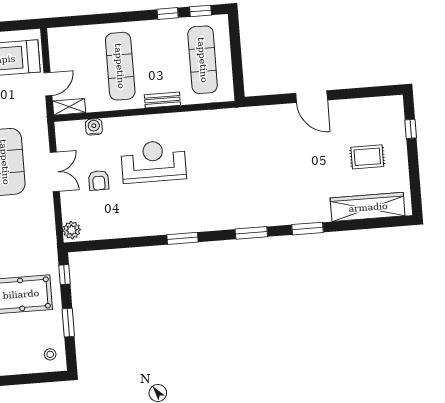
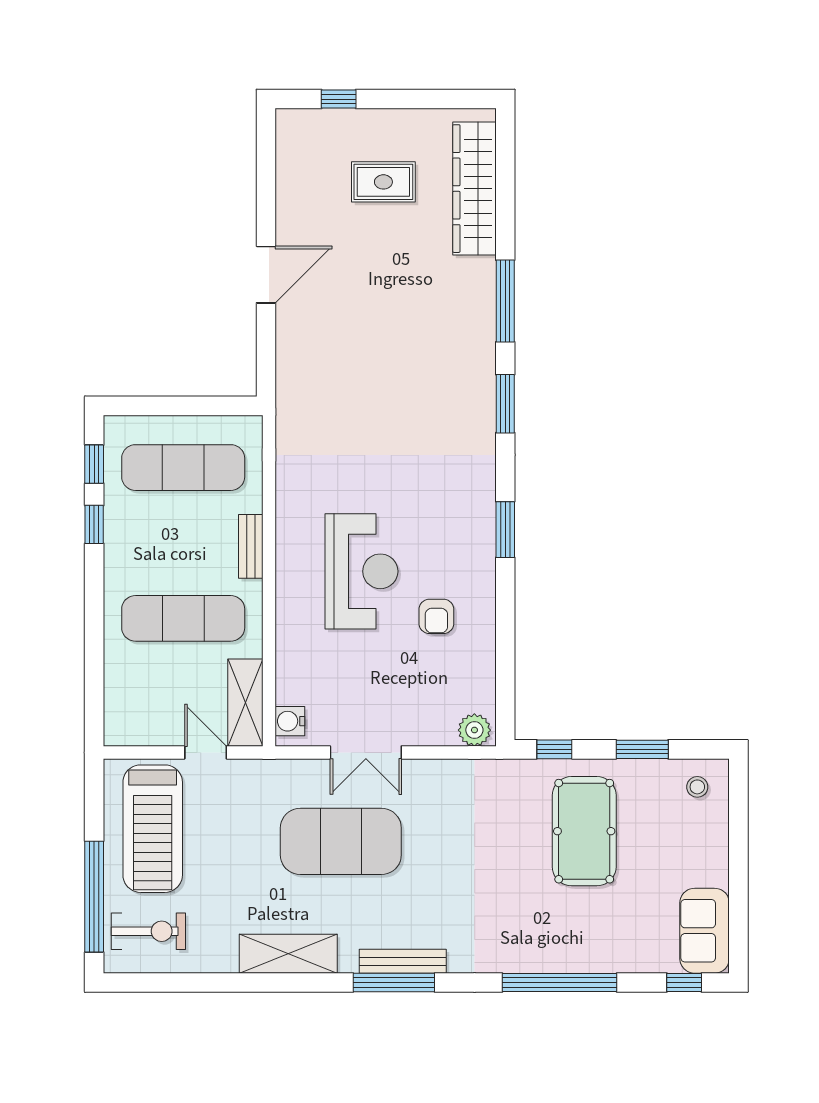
shelving: (69, 107) -> (245, 703), width x1.50, depth x1.33
water cooler: (94, 127) -> (290, 721), moved
rug: (367, 157) -> (383, 182), turned 90
reception desk: (154, 162) -> (361, 571), turned 180
double door: (55, 172) -> (366, 752), swing flipped
armchair: (99, 180) -> (436, 616), moved, turned 90
window: (307, 229) -> (505, 301), width x1.44

